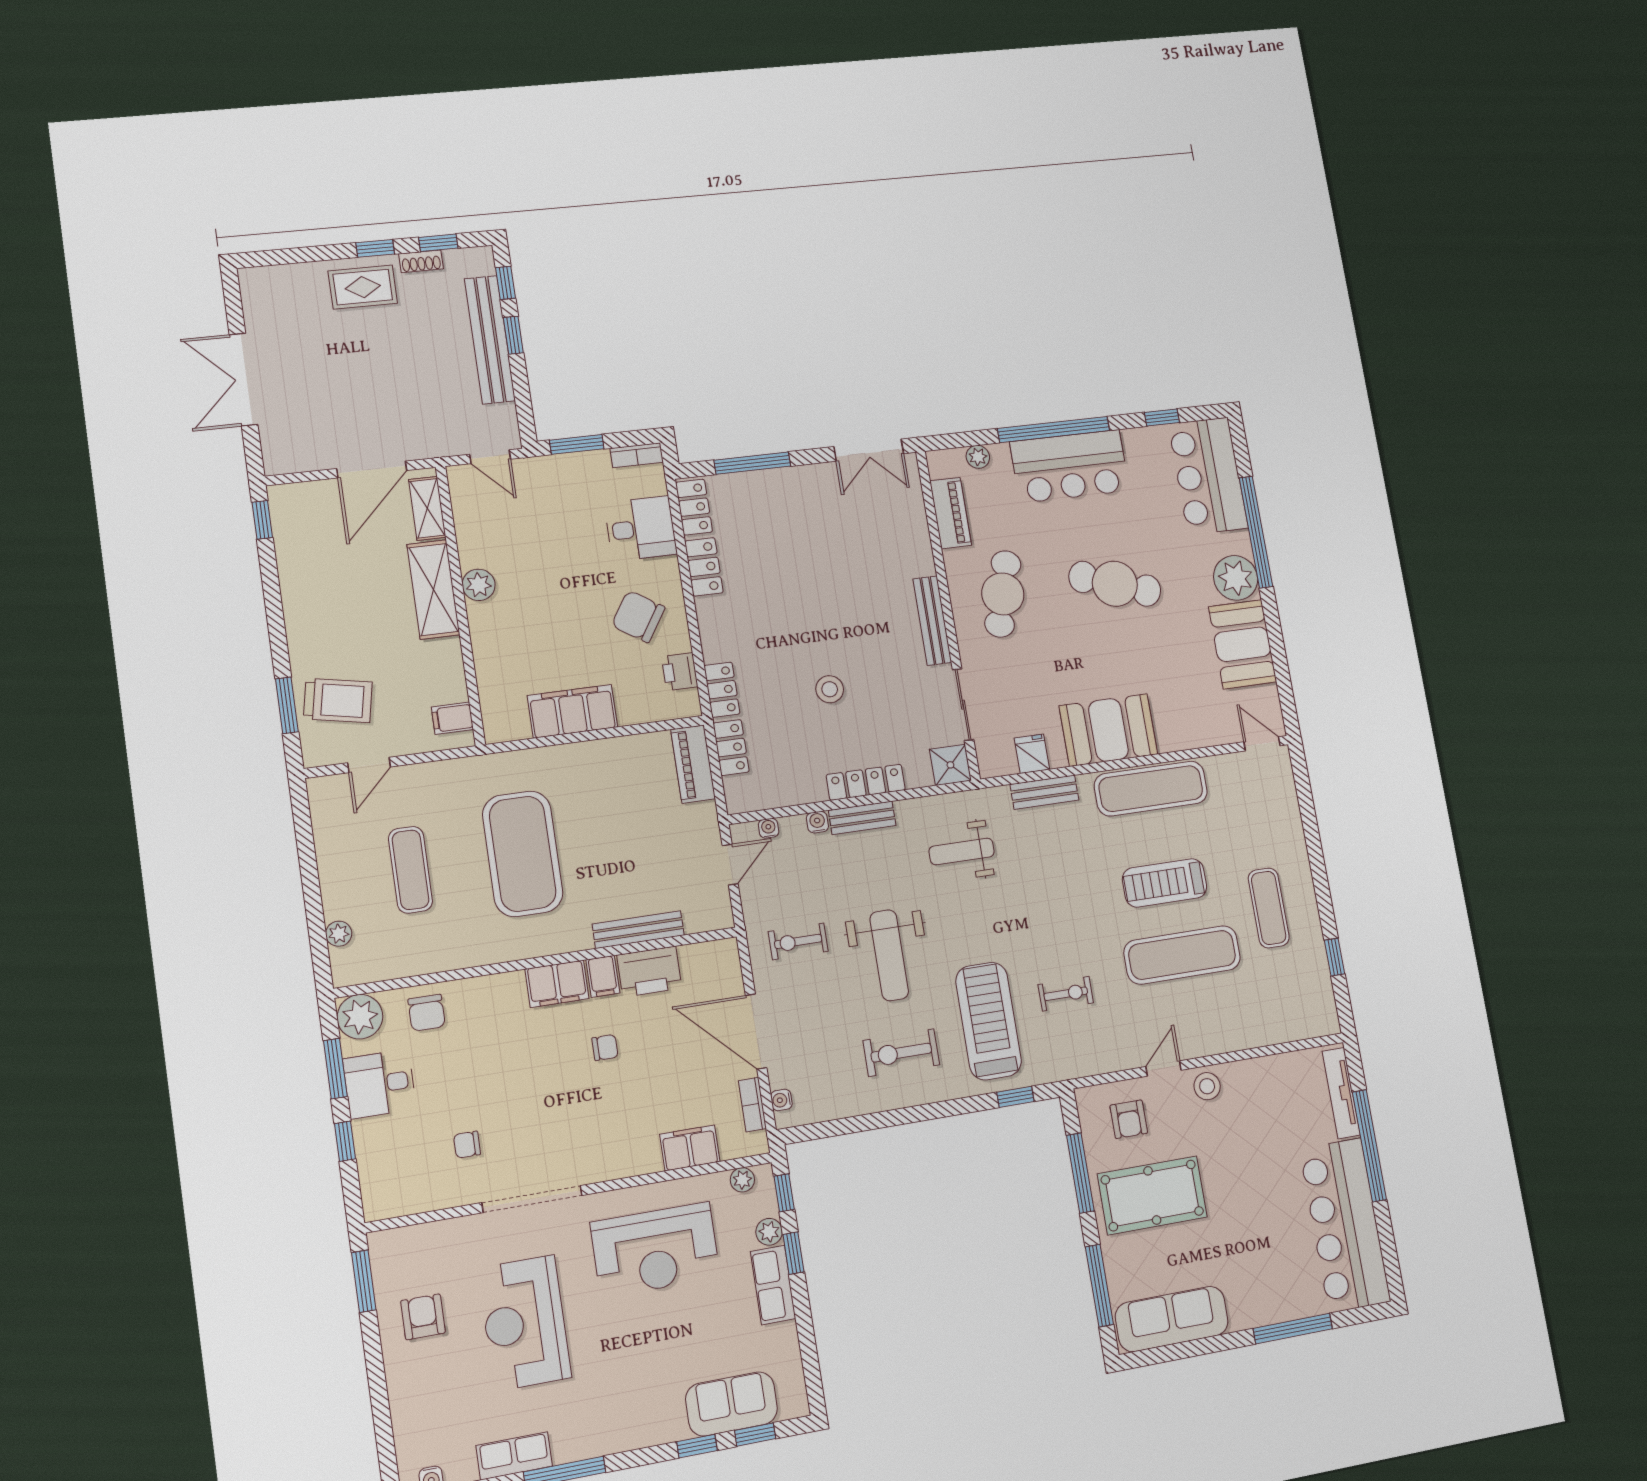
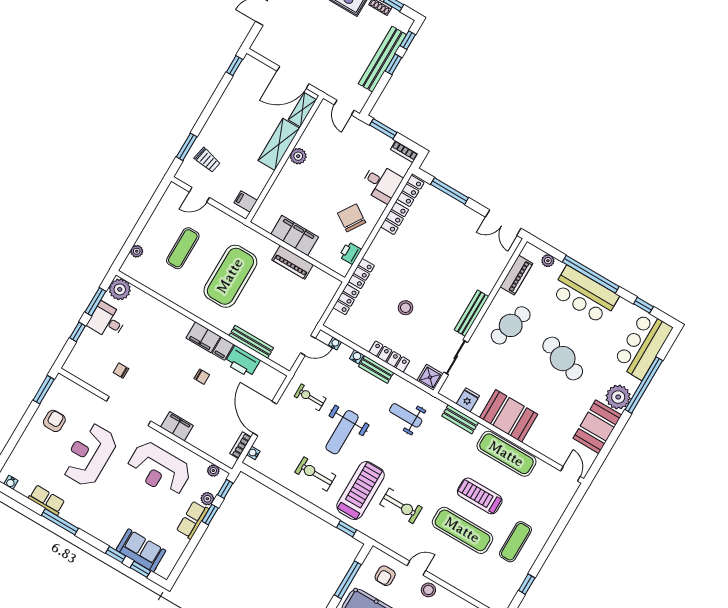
trolley: (338, 700) -> (207, 160), width x0.73, depth x0.72
piano: (693, 764) -> (293, 262), moved, turned -90
exercise bike: (1066, 994) -> (401, 506), width x1.38, depth x1.39
chair: (427, 1013) -> (145, 308), removed
filing cabinet: (690, 1148) -> (177, 426), moved

